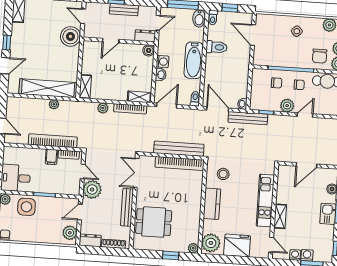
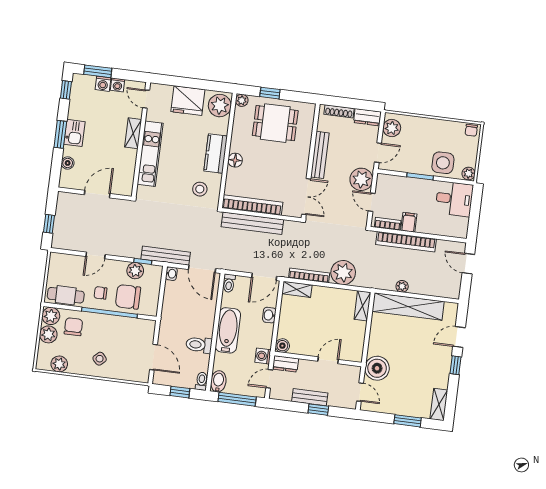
washing machine: (162, 62) -> (263, 356), moved
chair: (277, 83) -> (128, 297), width x1.87, depth x1.87
plant: (287, 106) -> (135, 271), moved
plant: (103, 108) -> (343, 273), width x1.87, depth x1.87
floor lamp: (196, 199) -> (235, 160), added
dining table: (154, 222) -> (275, 123), moved

